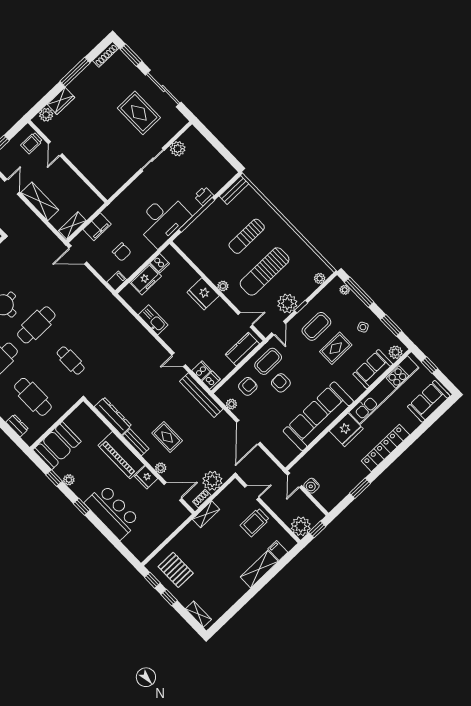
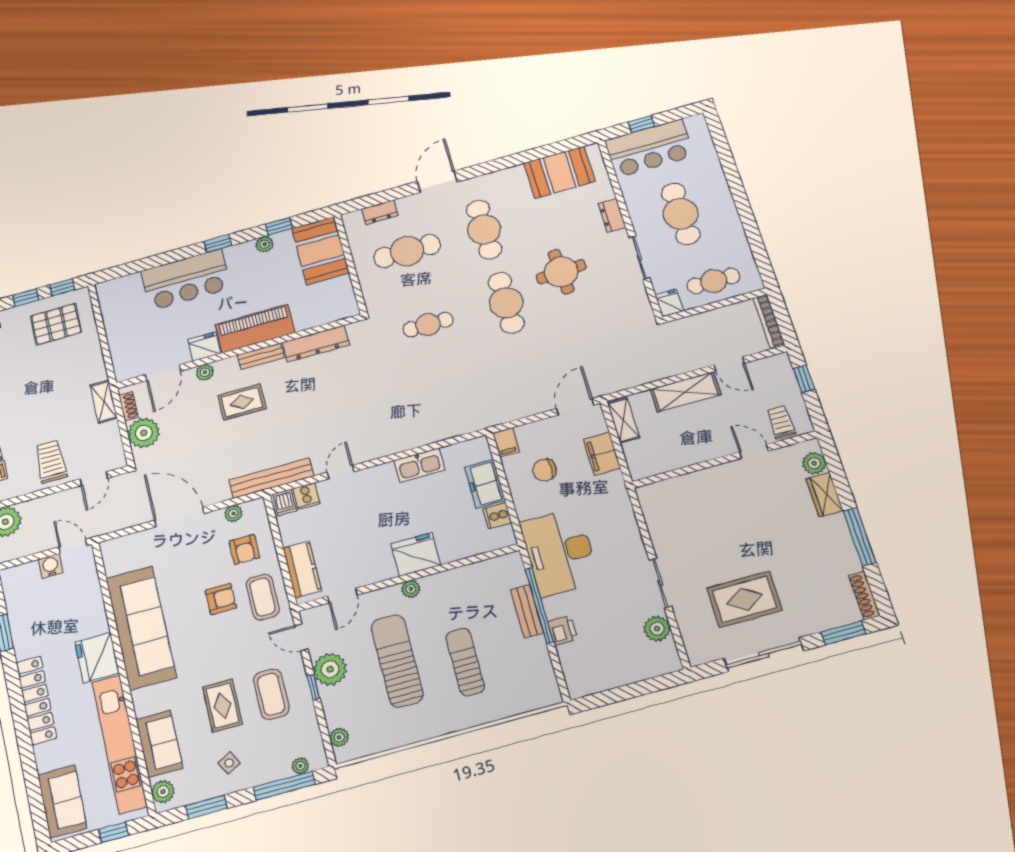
bench: (234, 190) -> (527, 611), moved

